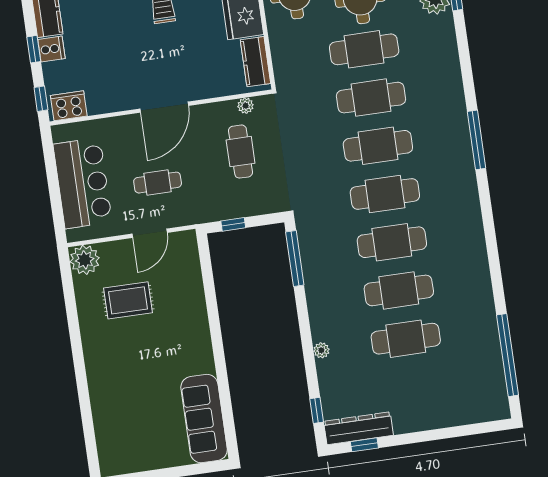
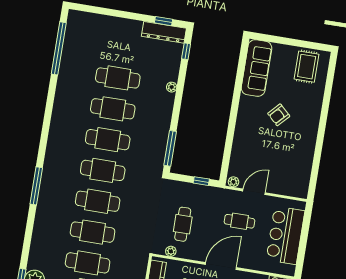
plant: (85, 260) -> (233, 182), moved, width x0.53, depth x0.53
rug: (128, 300) -> (307, 67), moved, turned 90
armchair: (149, 359) -> (279, 115), added

